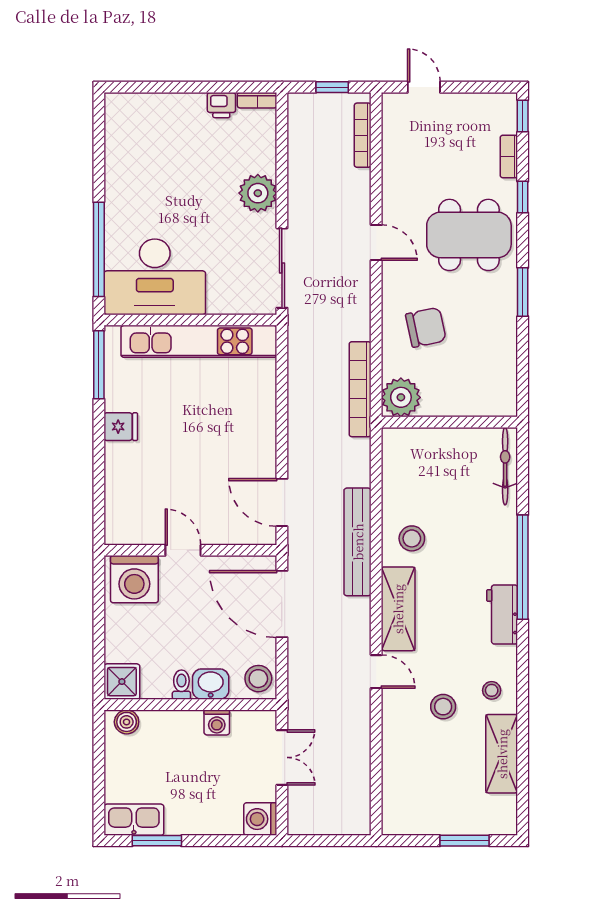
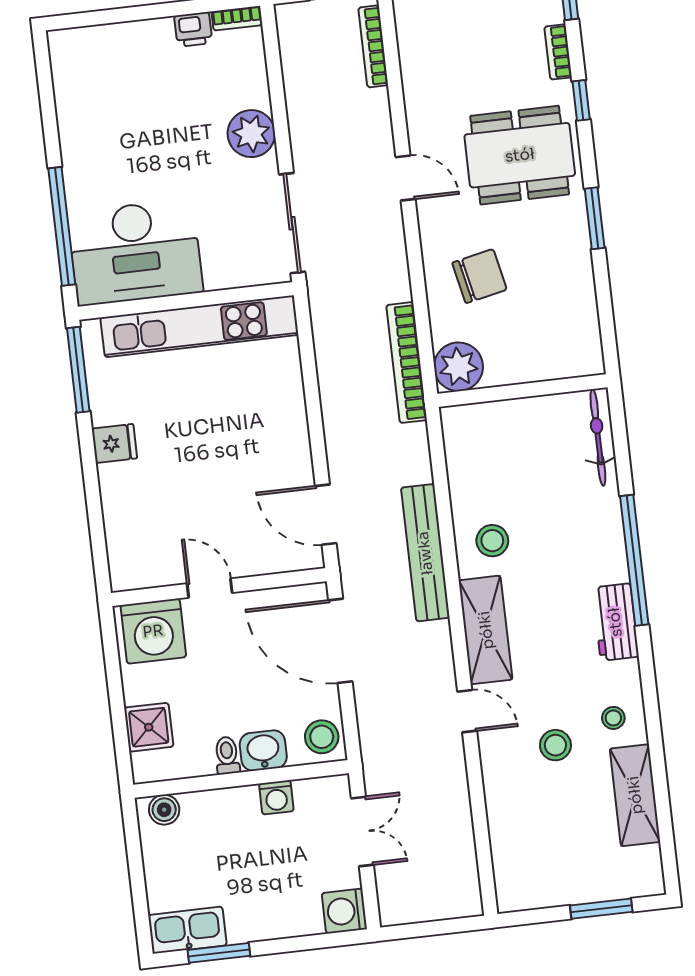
shower: (122, 682) -> (149, 727), moved

